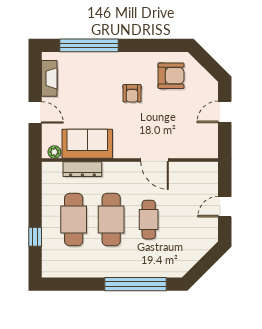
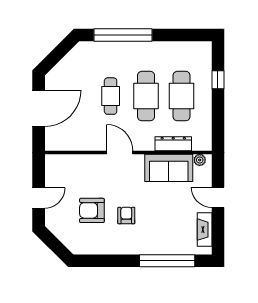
armchair: (171, 76) -> (92, 210), moved
door: (155, 160) -> (120, 152), moved
door: (225, 207) -> (39, 108), width x1.87

